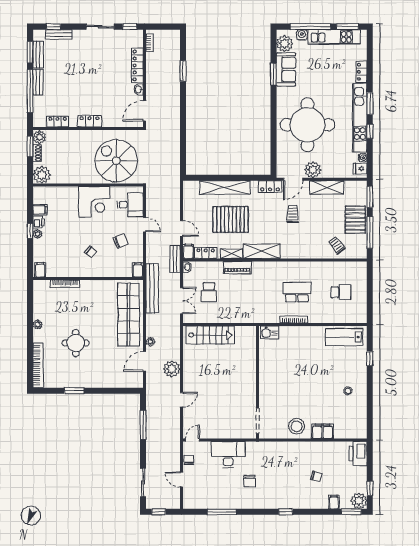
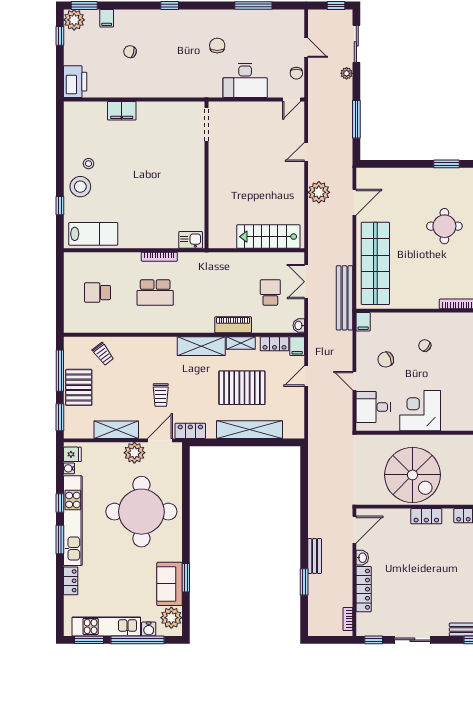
spiral stairs: (116, 161) -> (412, 475), moved
door: (181, 228) -> (306, 376), hinge flipped
bench: (175, 259) -> (315, 556), moved
plant: (151, 342) -> (347, 73), moved
stool: (297, 426) -> (80, 187), moved

